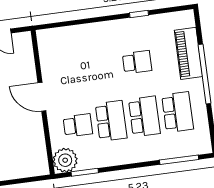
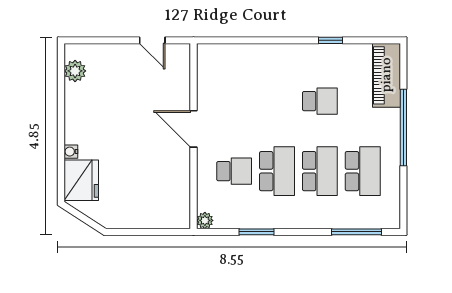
piano: (188, 53) -> (386, 75), moved
plant: (65, 160) -> (205, 220), width x0.53, depth x0.53
window: (85, 172) -> (257, 232), moved

